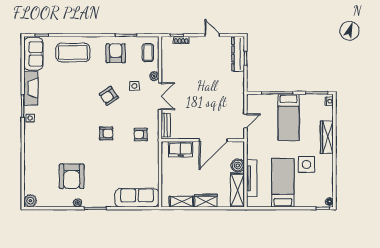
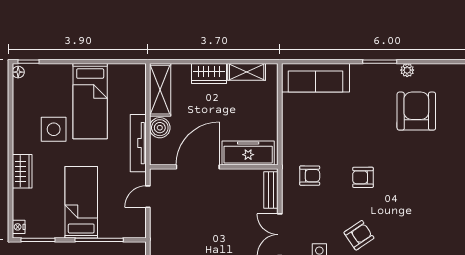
wardrobe: (327, 137) -> (22, 171), width x0.67
freezer: (181, 149) -> (248, 153), width x1.40
tv unit: (252, 178) -> (138, 143), moved

